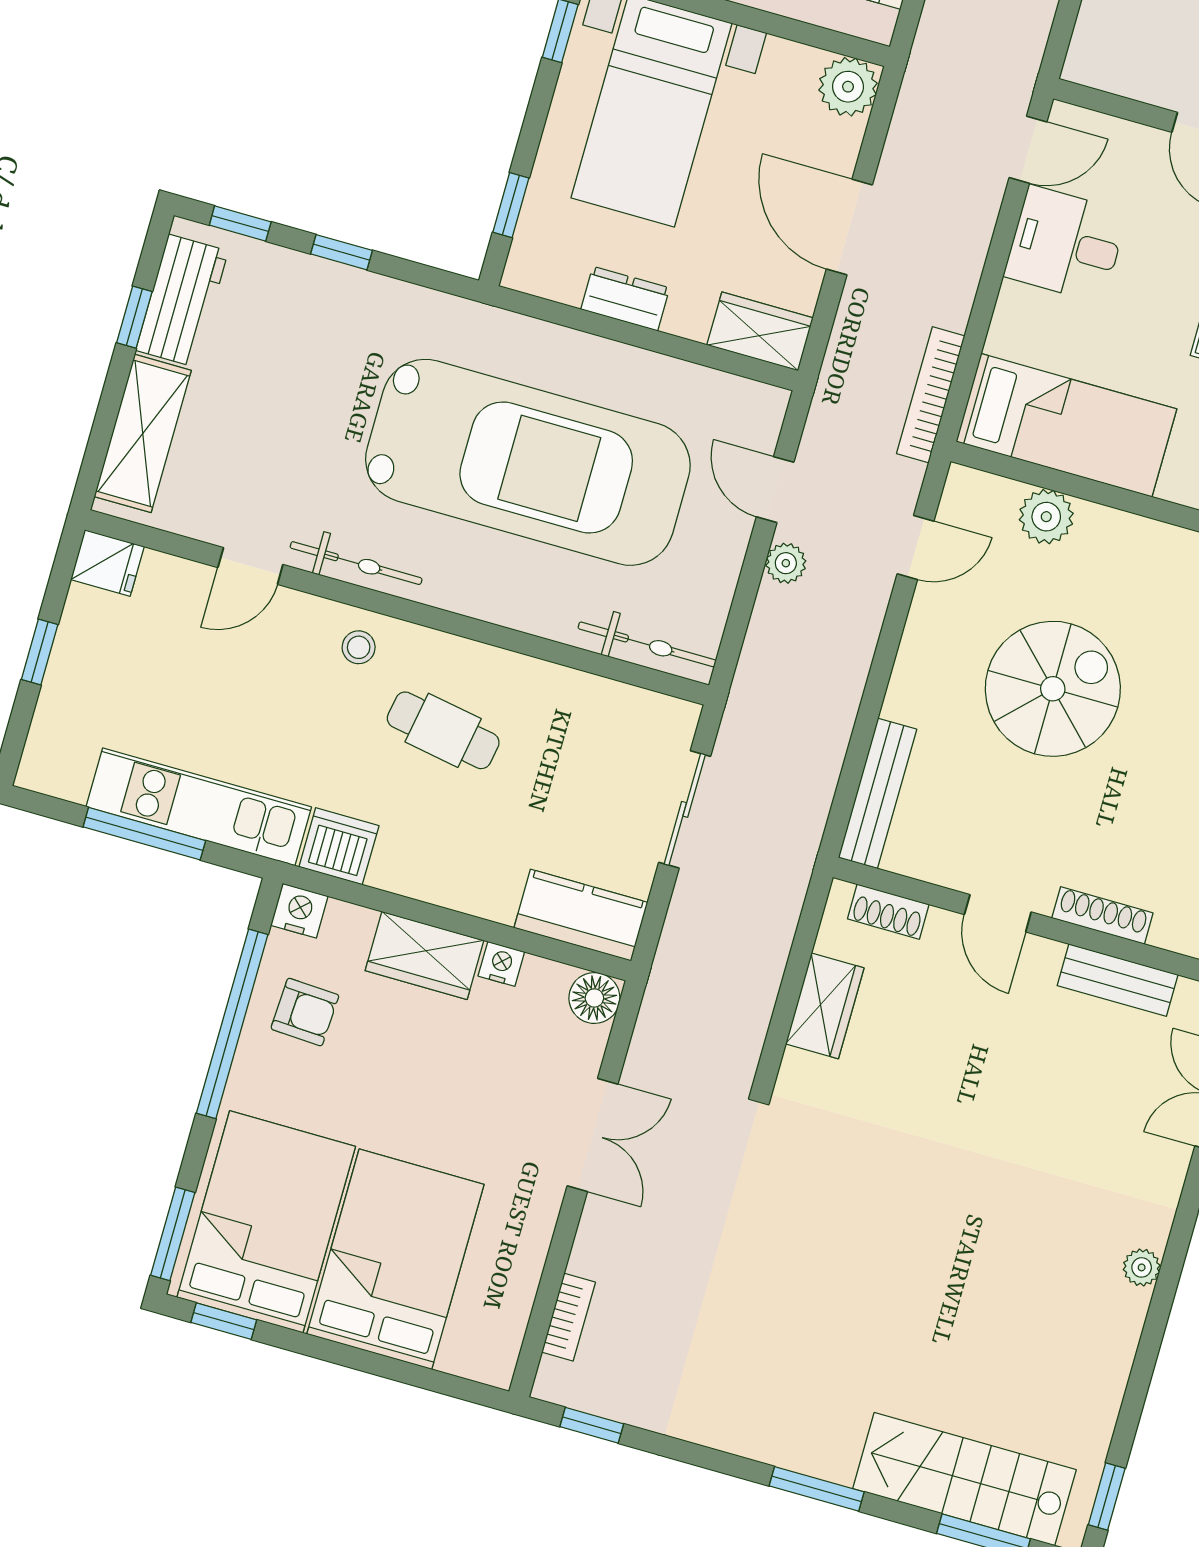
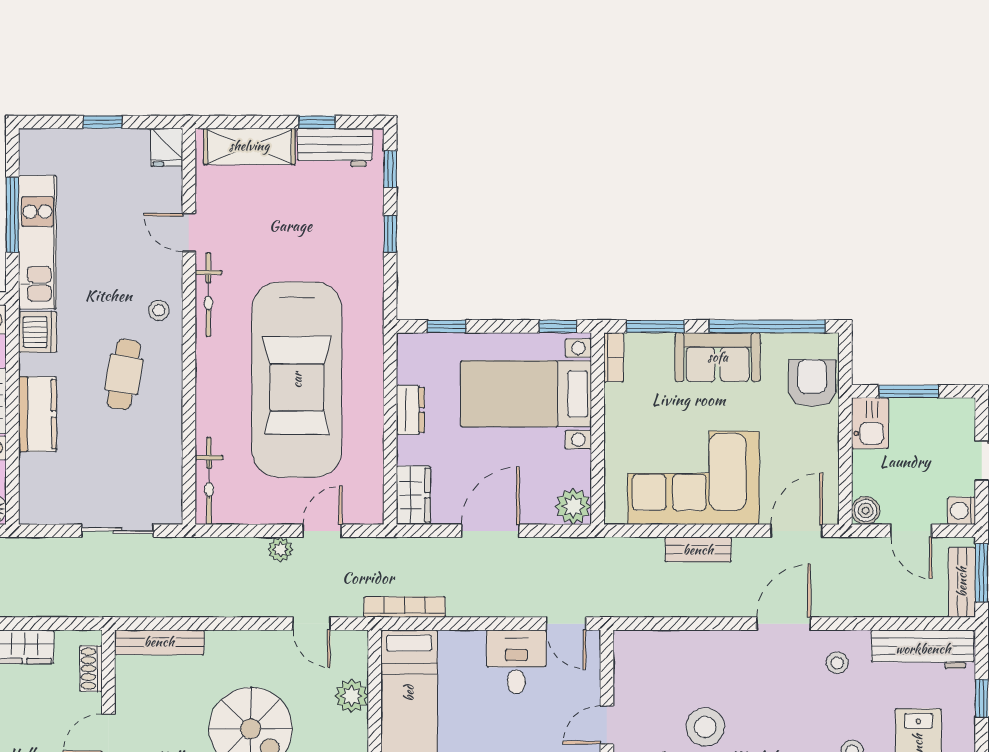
kitchen counter: (581, 915) -> (37, 414), moved

